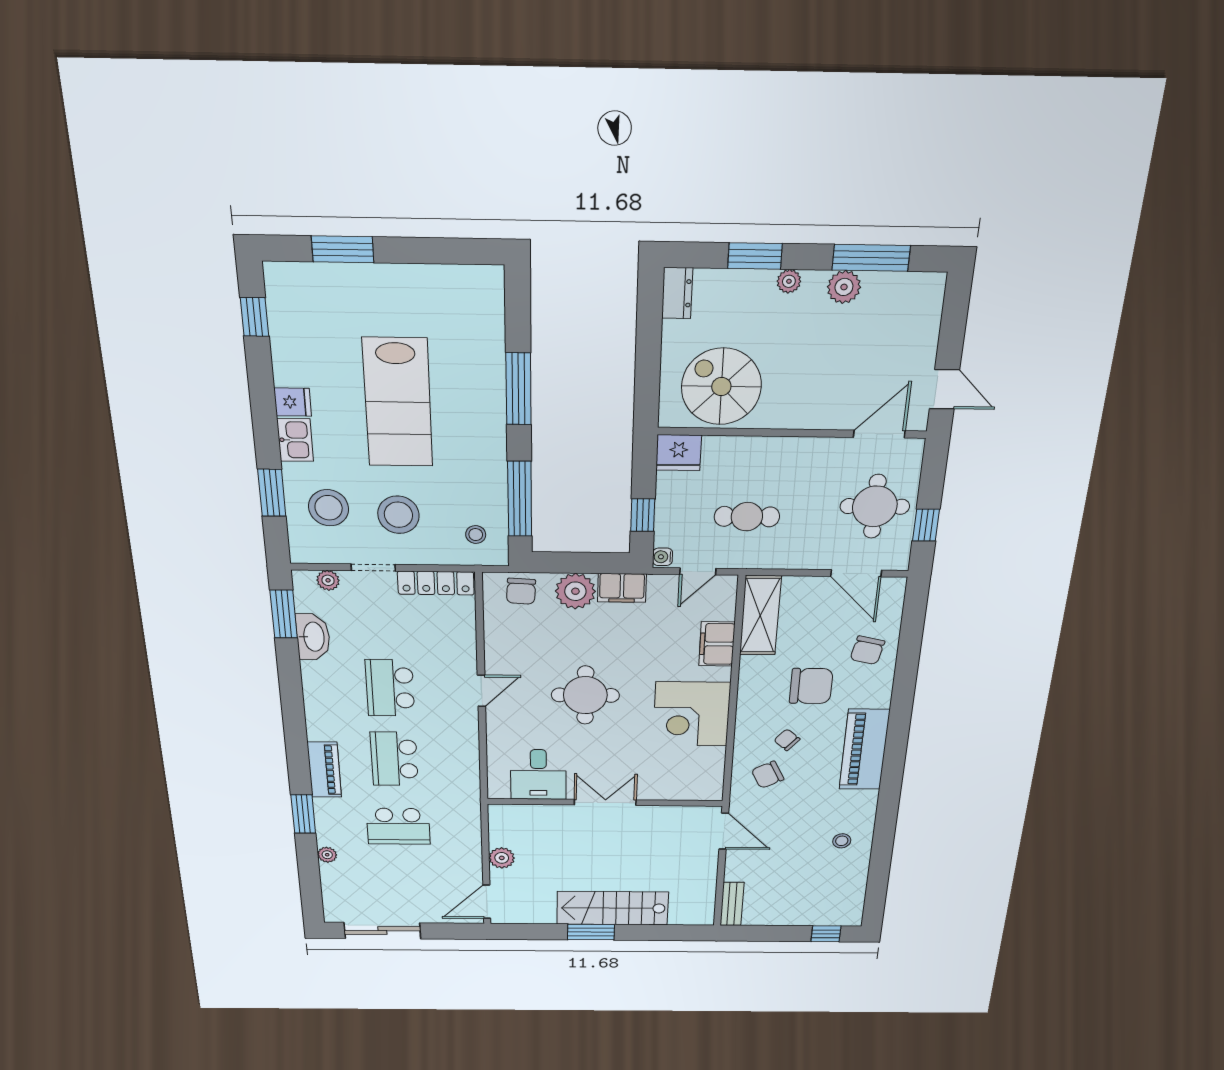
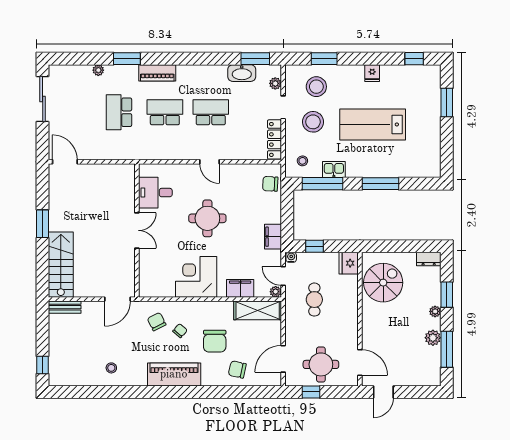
kitchen sink: (295, 440) -> (334, 170), moved, turned 180
plant: (575, 591) -> (276, 292), moved, width x0.53, depth x0.53
plant: (502, 858) -> (97, 171), removed
stairs: (613, 908) -> (61, 265), moved

